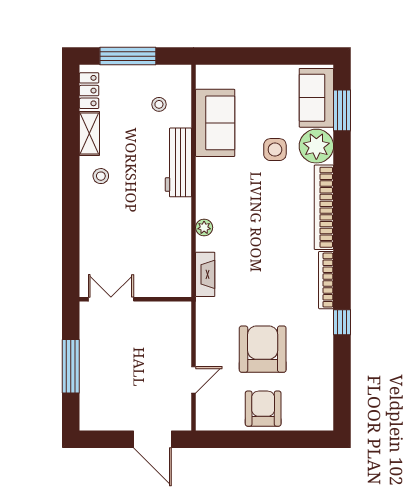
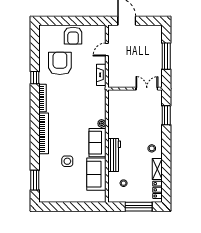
sofa: (316, 98) -> (97, 143), moved, turned 180
plant: (316, 146) -> (47, 163), removed
window: (71, 244) -> (166, 115), added
fireplace: (205, 274) -> (101, 75), moved
double door: (111, 299) -> (147, 89), swing flipped
armchair: (263, 349) -> (60, 63), moved, turned 180

